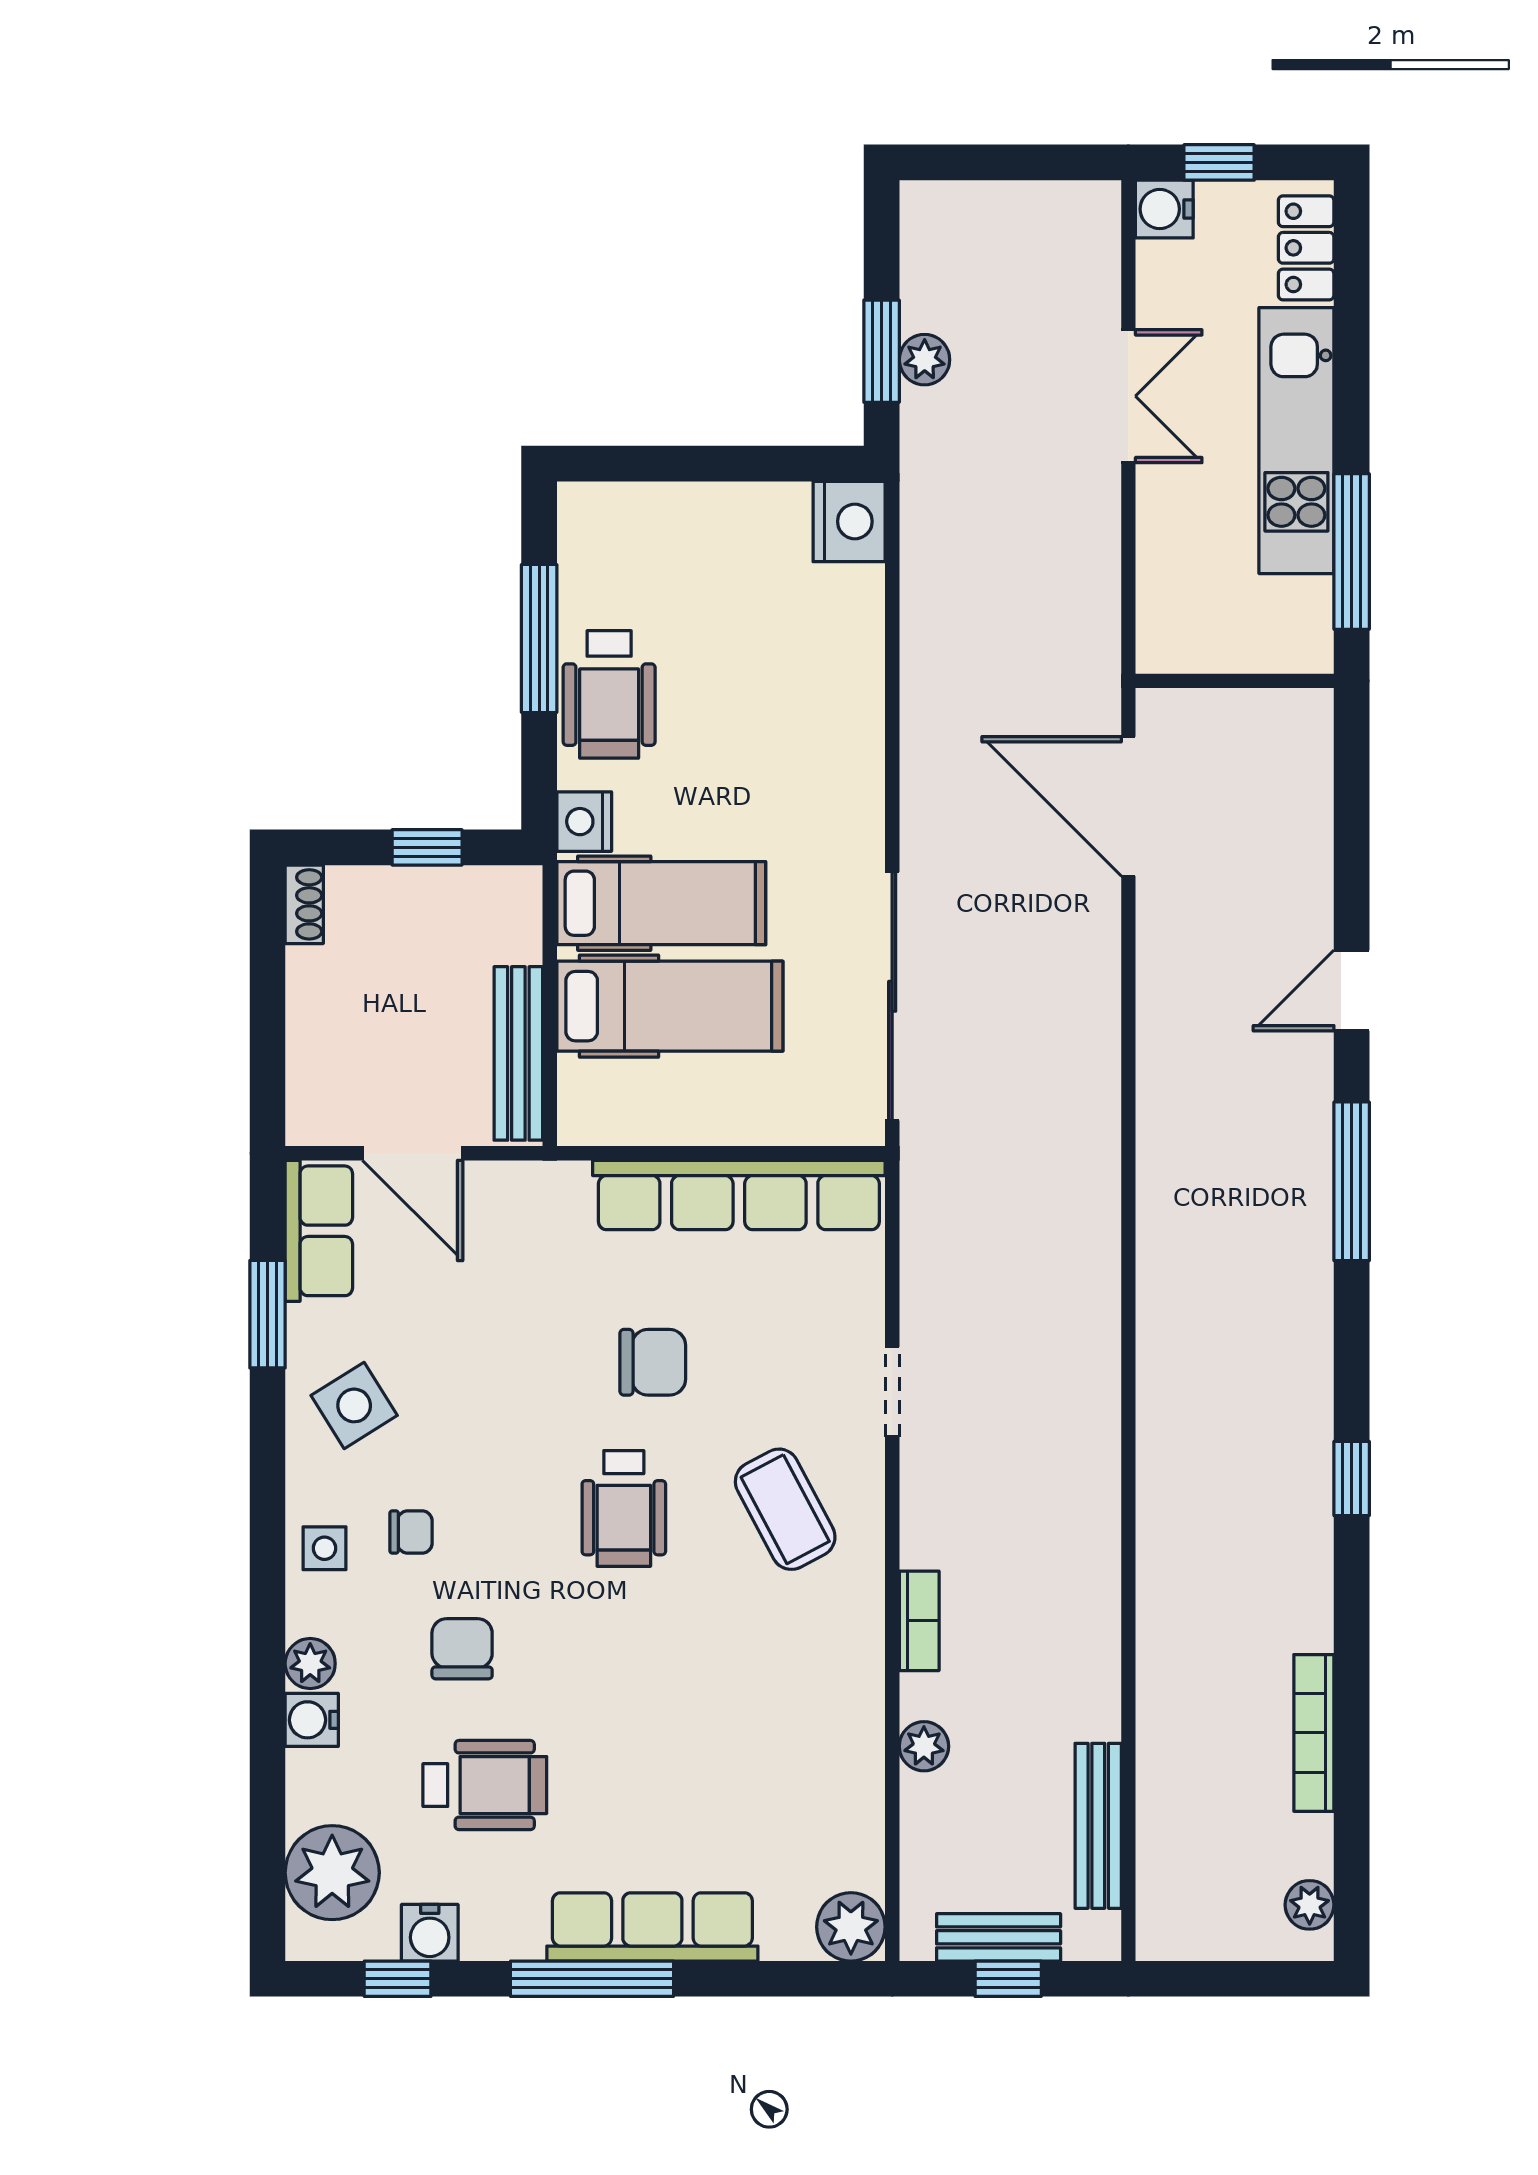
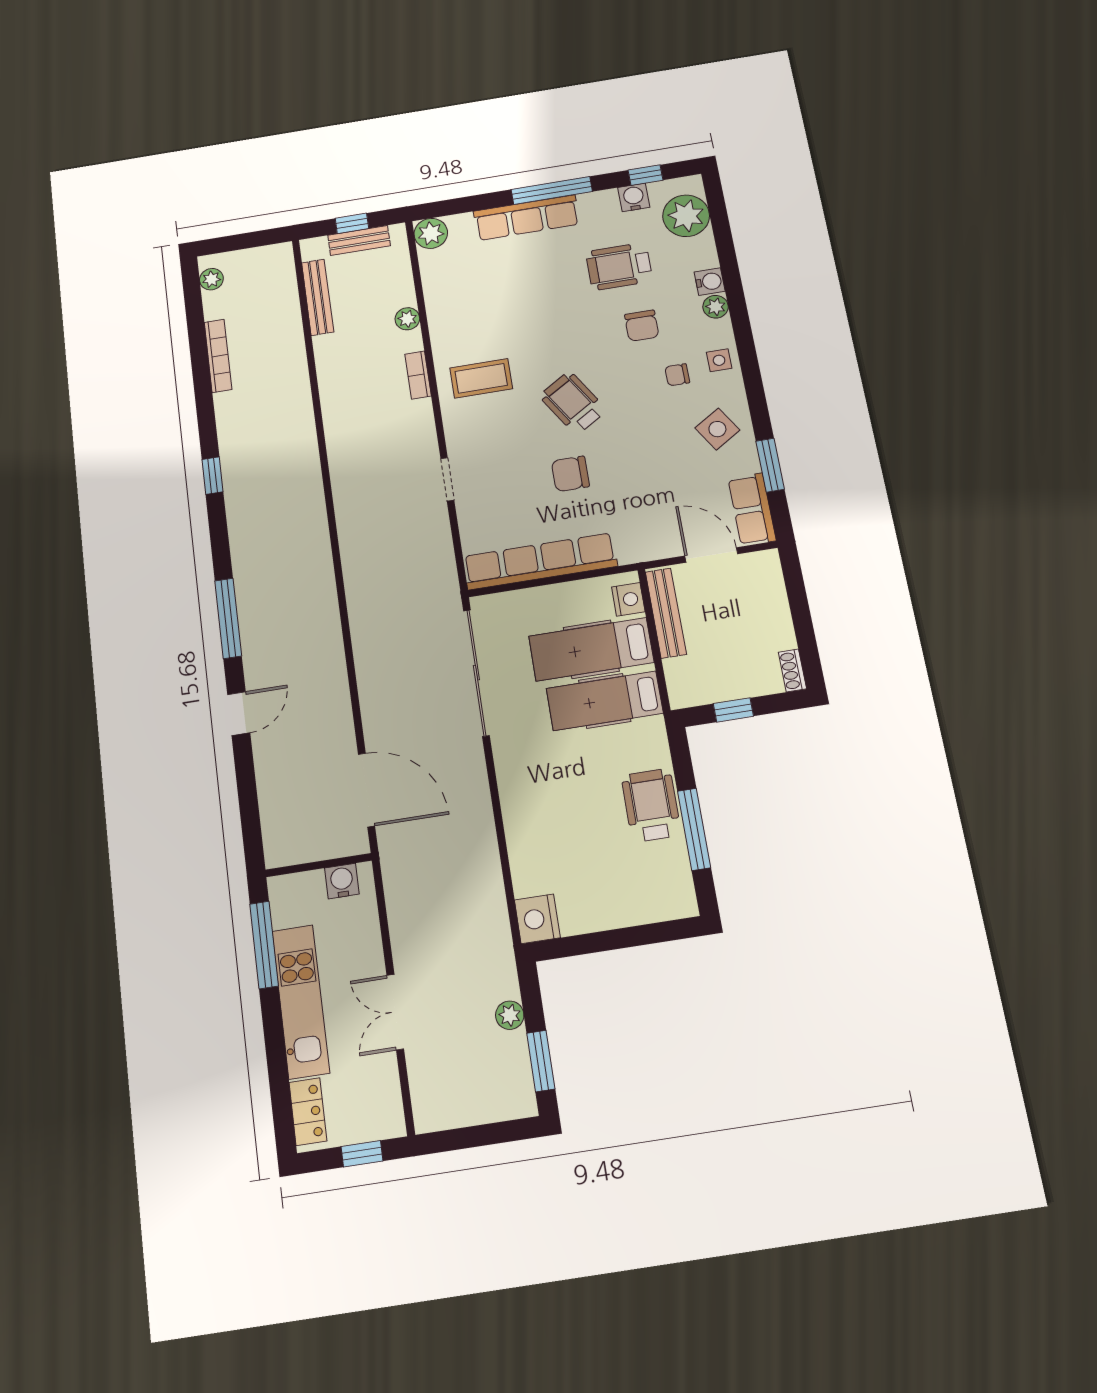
water cooler: (1164, 209) -> (342, 881), moved, turned -90
window: (882, 351) -> (541, 1061), moved
nightstand: (584, 822) -> (628, 599), moved
wheelchair: (624, 1508) -> (573, 403), turned -32
coffee table: (785, 1509) -> (481, 378), moved, turned -62

